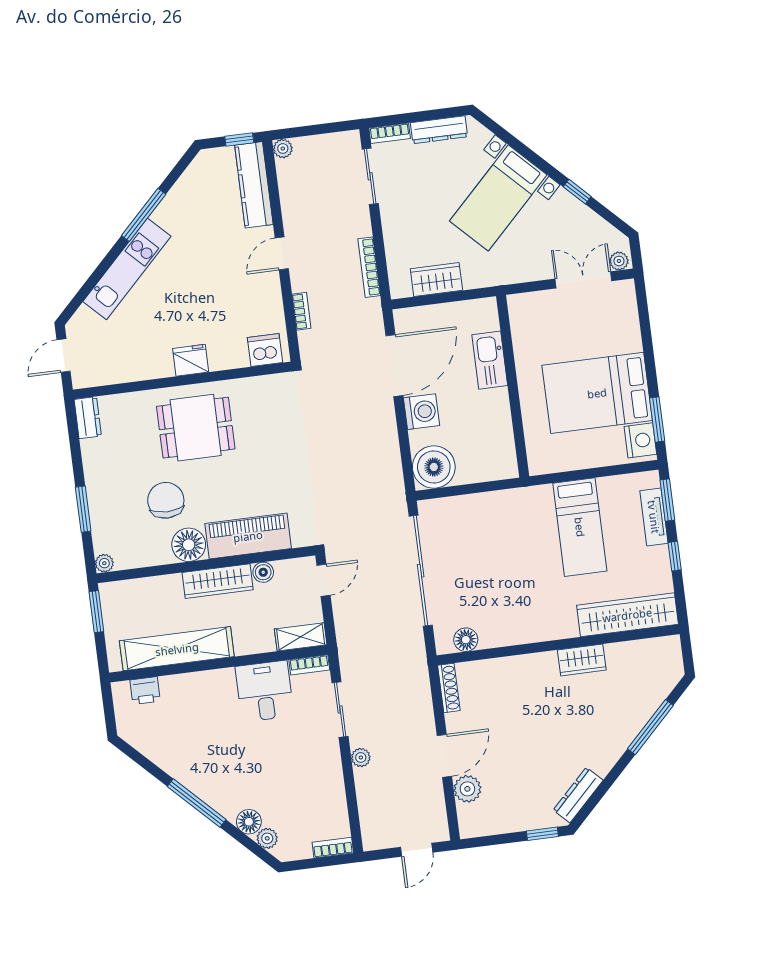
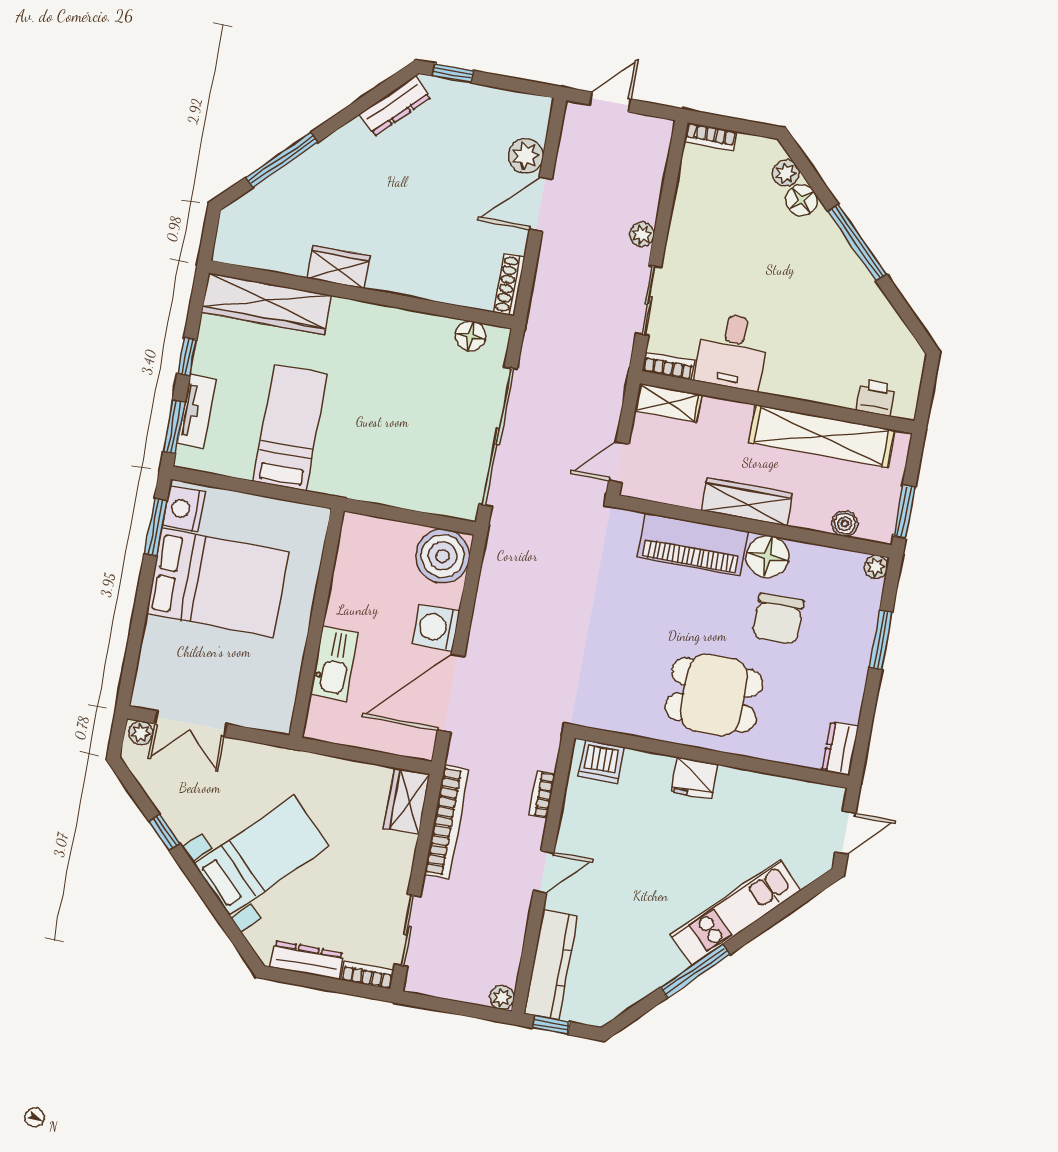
bookcase: (369, 267) -> (447, 822), width x1.48, depth x1.31
wardrobe: (436, 280) -> (407, 801), moved, turned 90
boiler: (263, 572) -> (845, 524), moved

